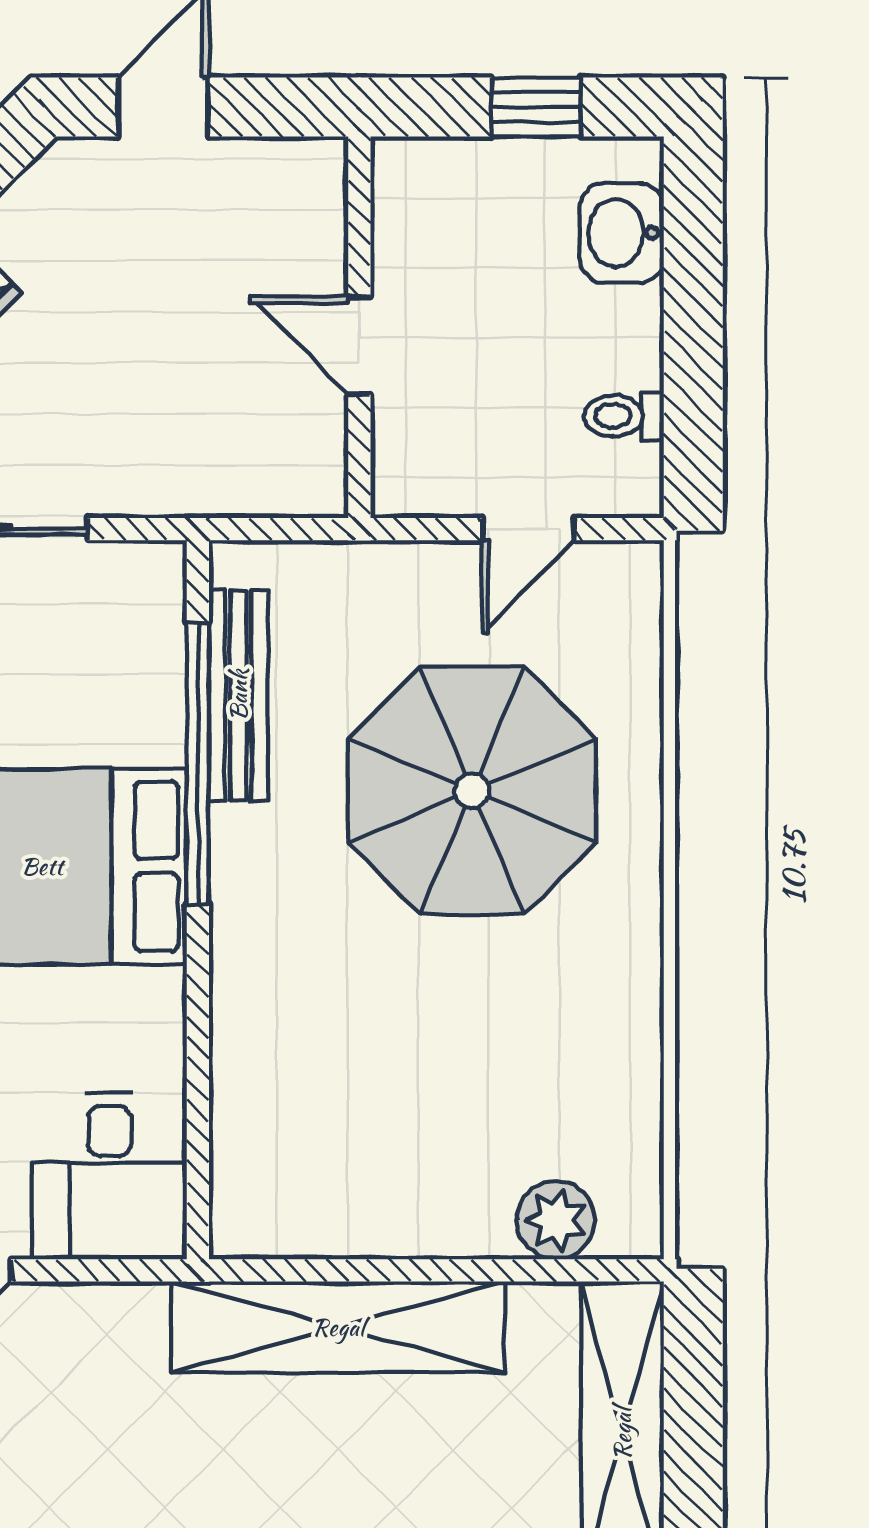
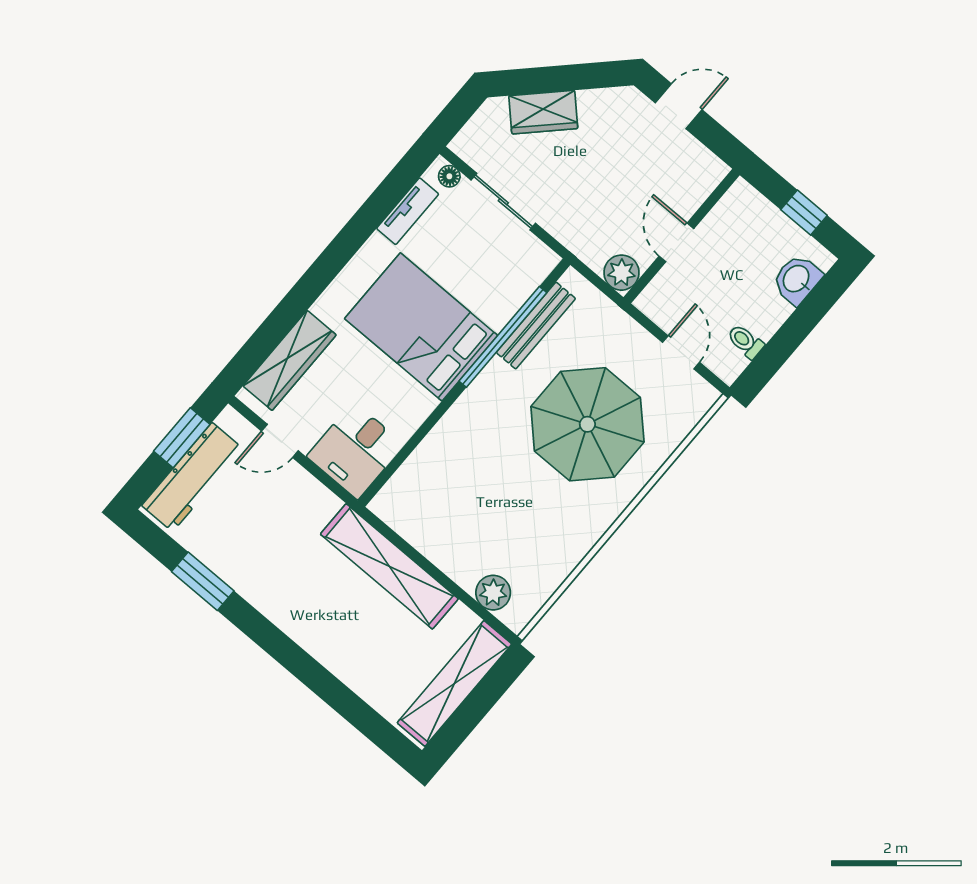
plant: (309, 478) -> (621, 273), added
door: (528, 529) -> (681, 352), swing flipped

